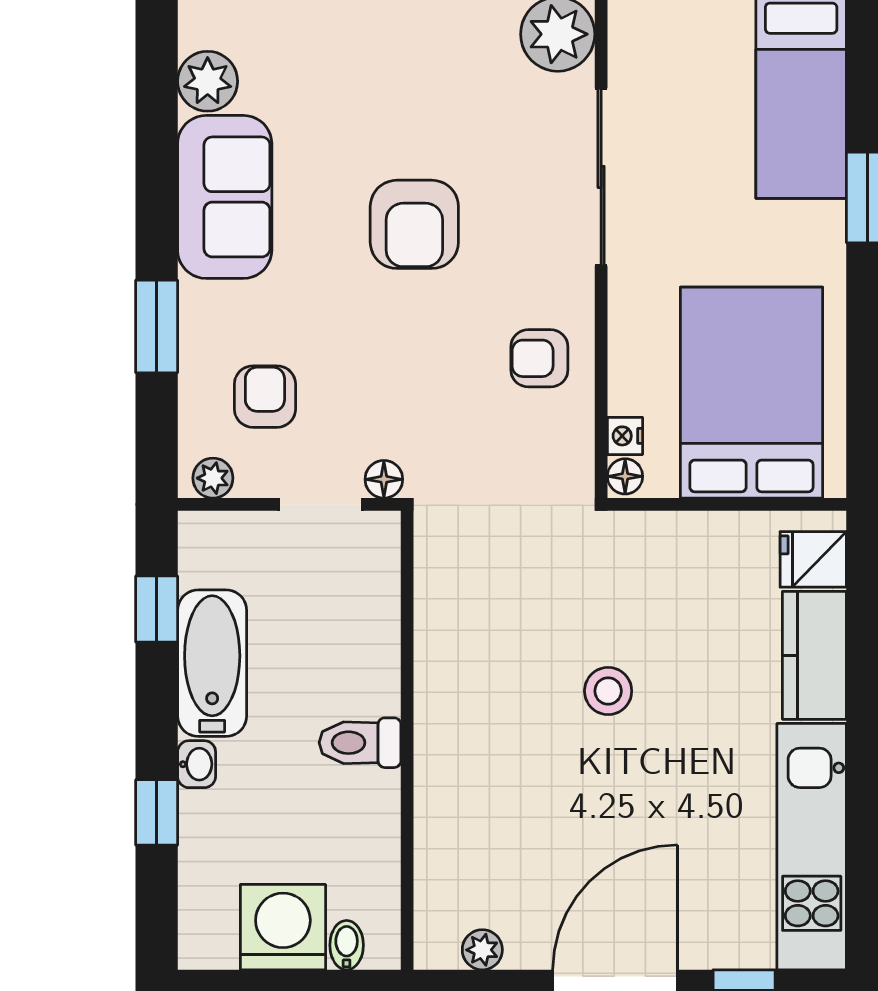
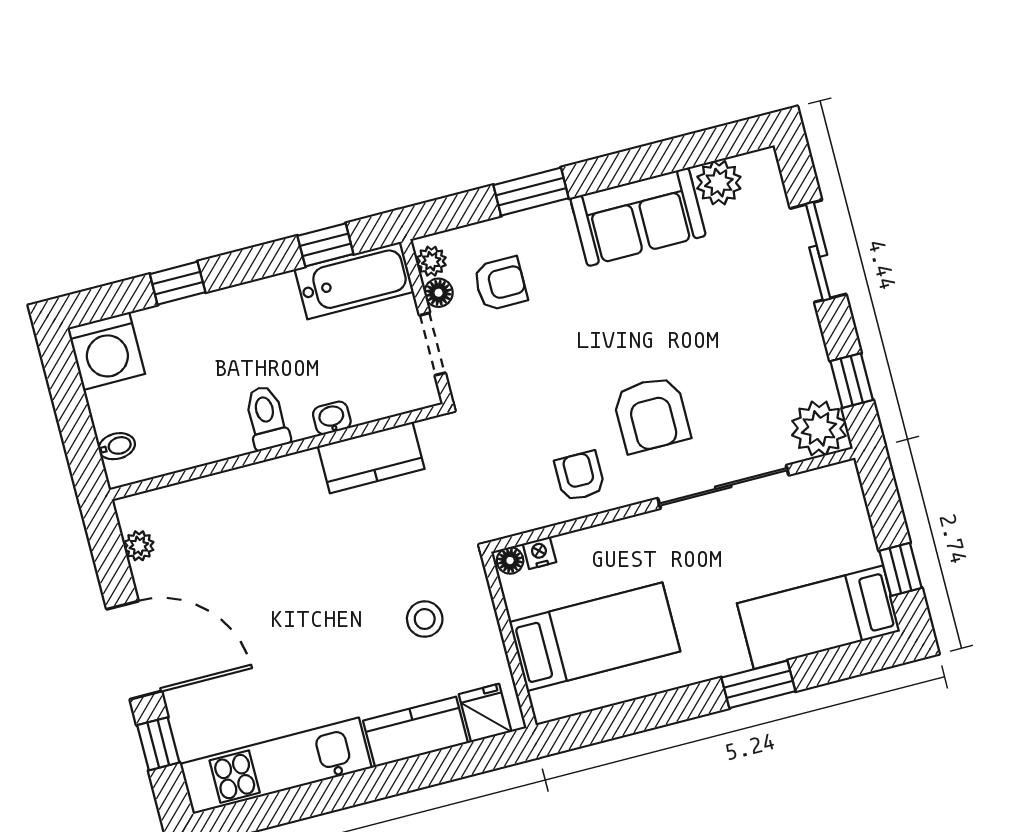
armchair: (414, 224) -> (651, 414), moved, turned -90
bed: (751, 393) -> (595, 637), width x0.67
floor lamp: (384, 479) -> (439, 293), moved
kitchen counter: (446, 621) -> (371, 458), added
bathtub: (212, 663) -> (354, 281), moved
stool: (608, 691) -> (425, 619), moved
washbasin: (197, 764) -> (332, 418), moved, turned 180
washing machine: (283, 927) -> (106, 351), moved, turned 90

